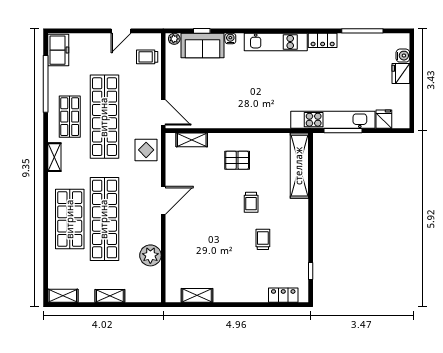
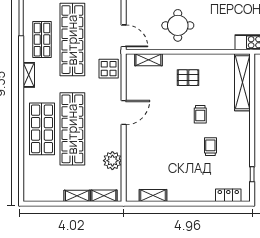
round table: (225, 100) -> (178, 25), added
shelving: (63, 296) -> (104, 196), moved

